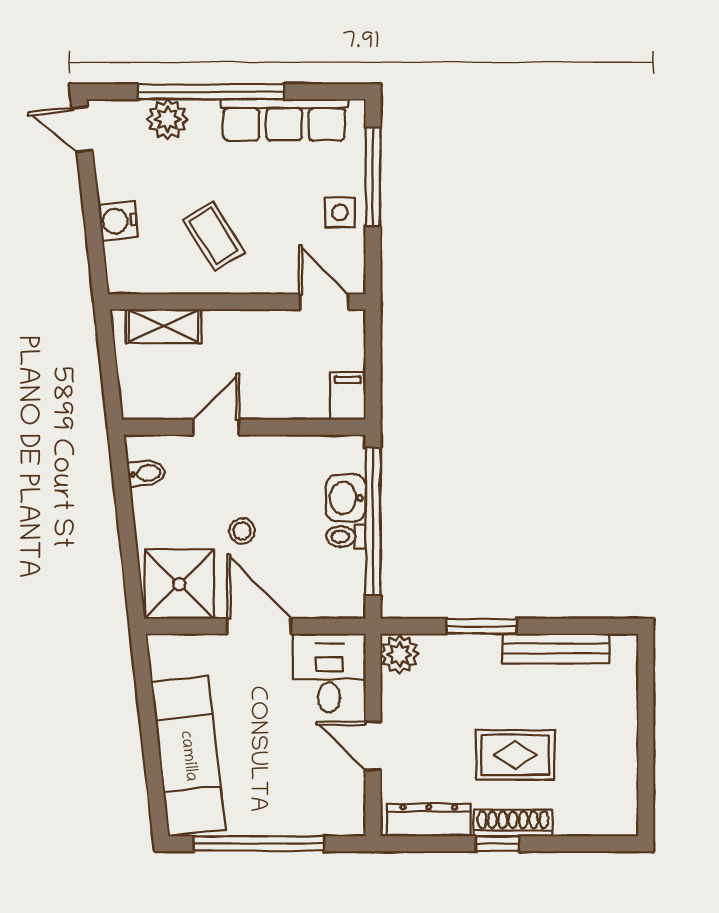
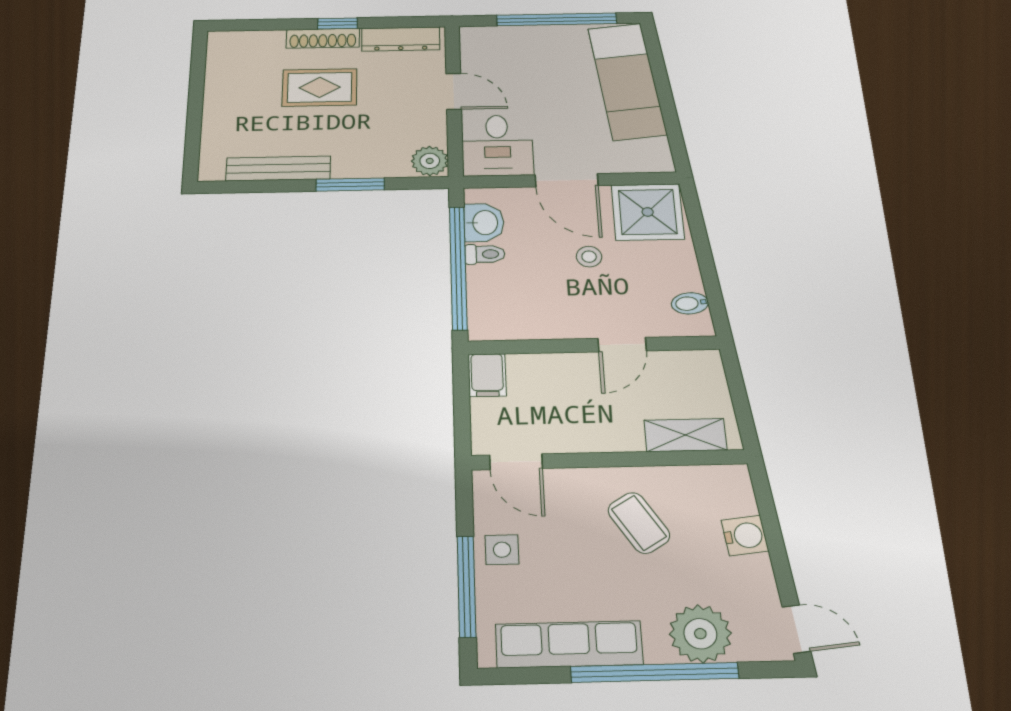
plant: (168, 119) -> (700, 634), width x1.36, depth x1.36
washbasin: (346, 498) -> (484, 223), moved

